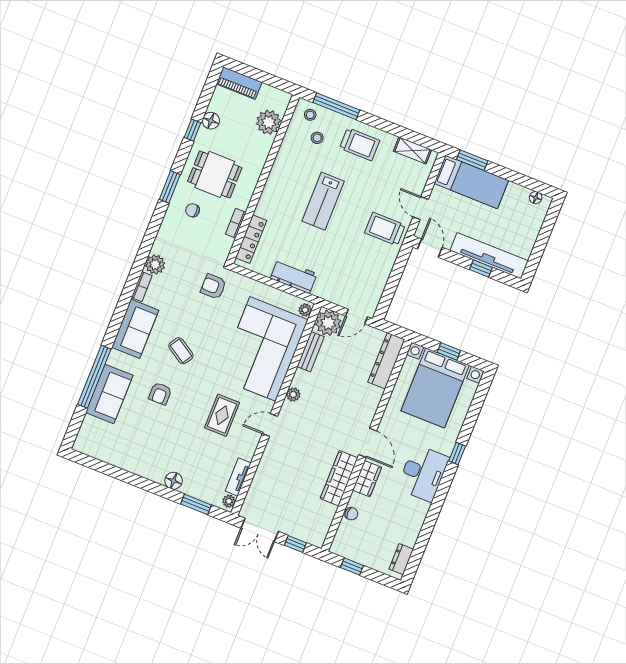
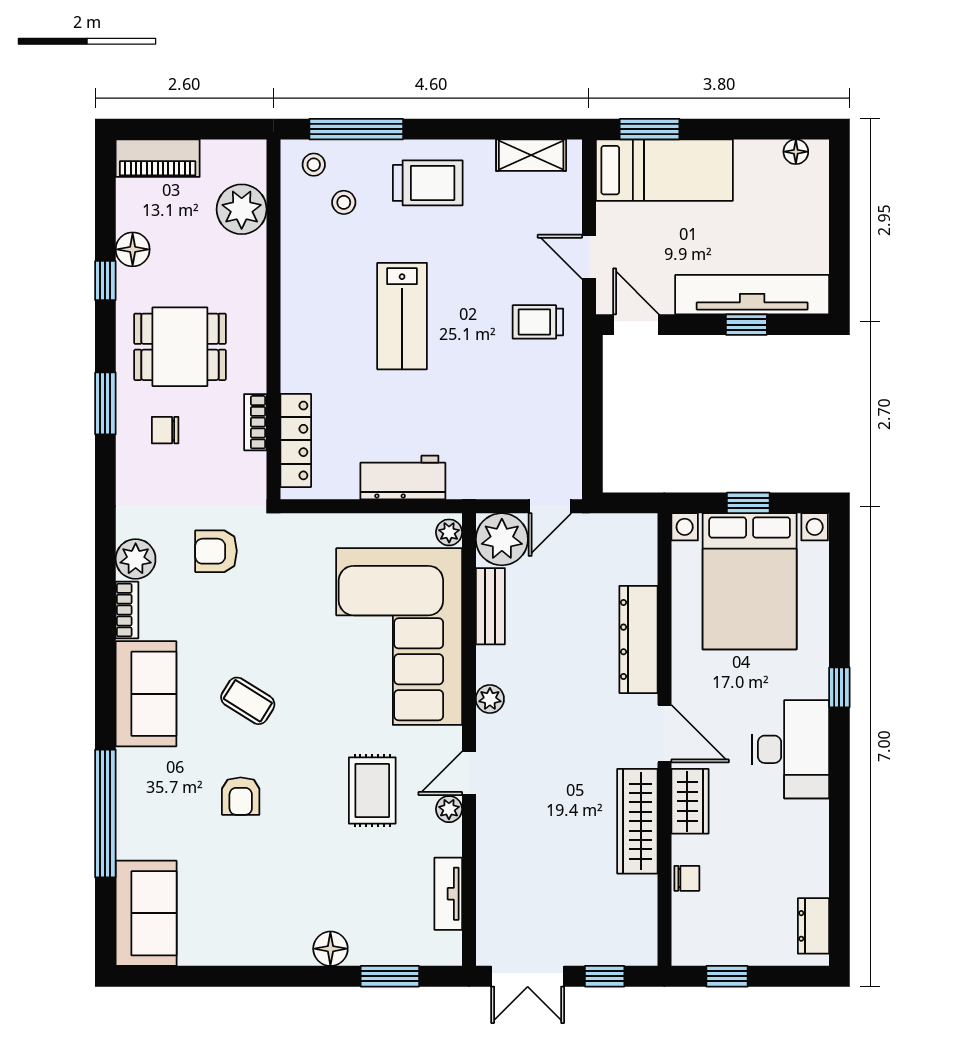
trolley: (385, 229) -> (538, 322), width x0.73, depth x0.72
armchair: (213, 286) -> (216, 551), moved
dresser: (386, 361) -> (638, 639), moved
sofa: (109, 394) -> (146, 913), moved
plant: (229, 501) -> (449, 809), moved

